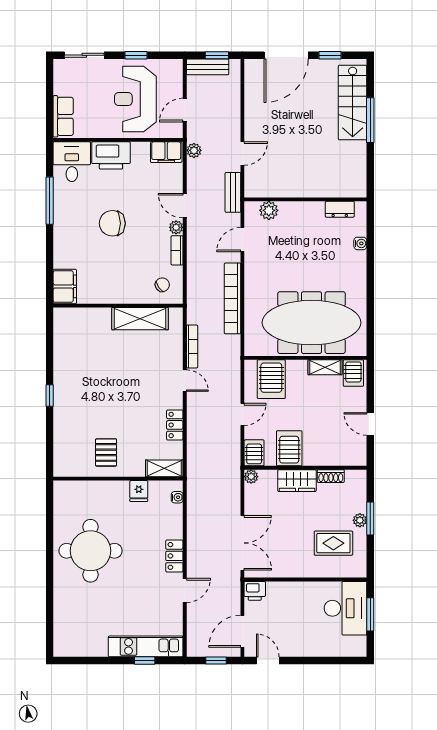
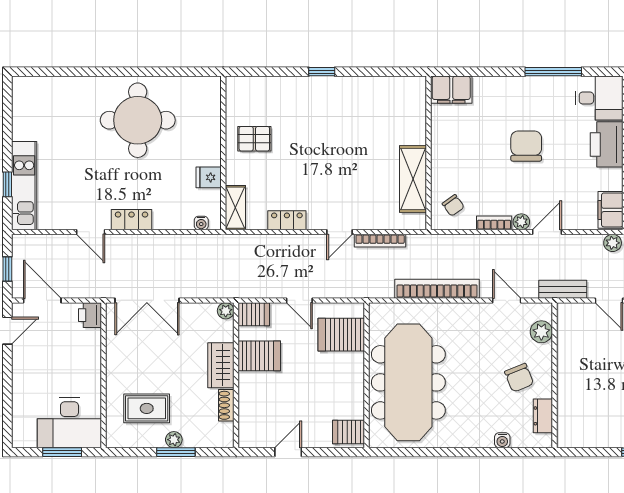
chair: (308, 229) -> (519, 378), added
shelving: (325, 367) -> (355, 398), removed
rug: (333, 543) -> (147, 408), turned 90

